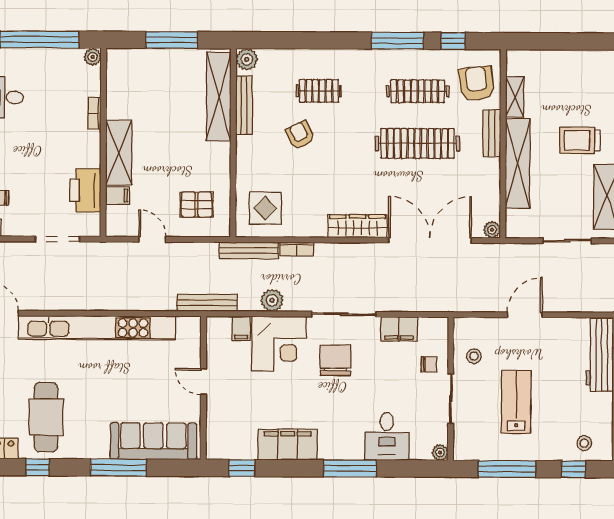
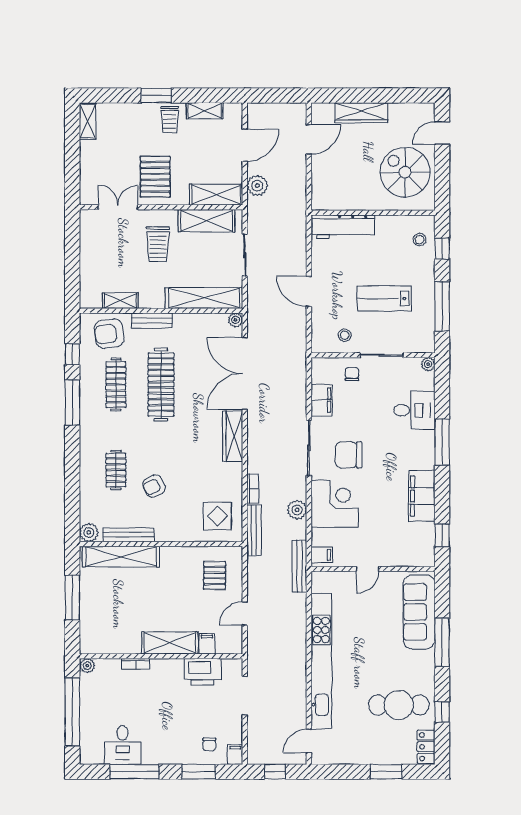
shelving: (518, 163) -> (204, 298), moved
filing cabinet: (241, 328) -> (322, 555), moved

